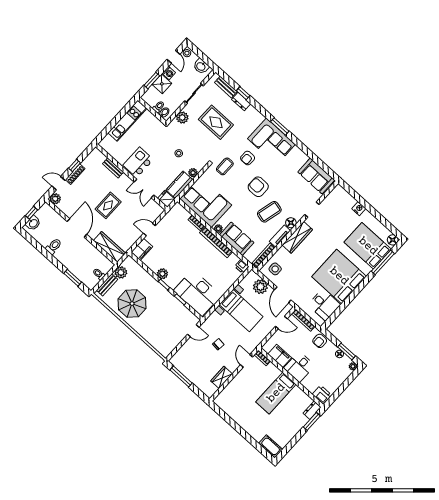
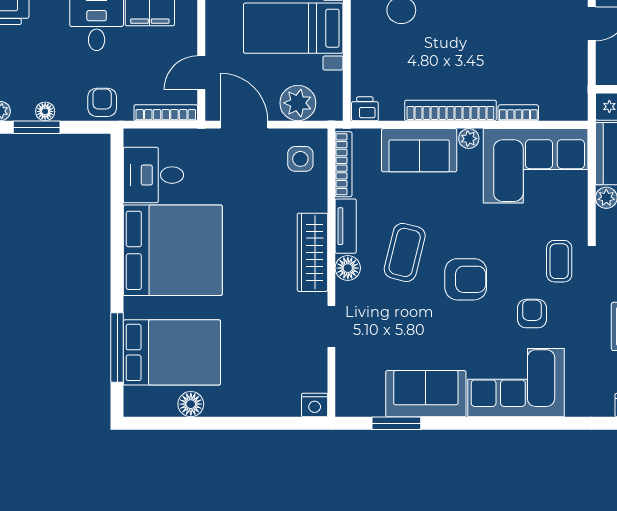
window: (280, 126) -> (396, 423), moved
sofa: (316, 176) -> (426, 394), moved
nightstand: (359, 209) -> (315, 405), moved
floor lamp: (393, 240) -> (191, 404), moved

